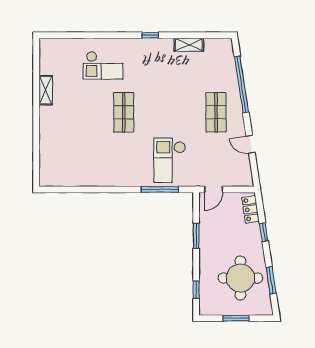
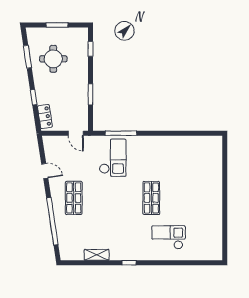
shelving: (46, 90) -> (217, 217), removed
door: (214, 189) -> (76, 133), swing flipped
round table: (240, 278) -> (53, 59), width x0.73, depth x0.73

